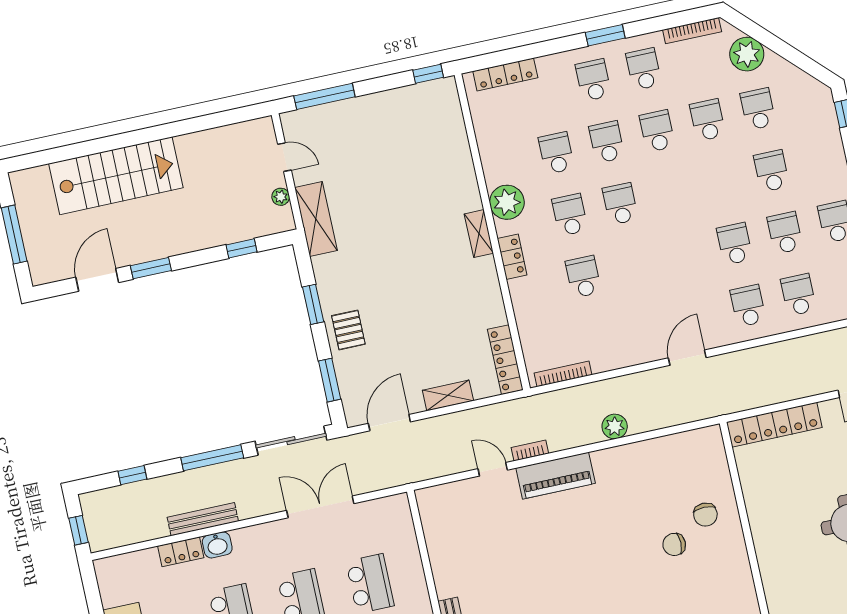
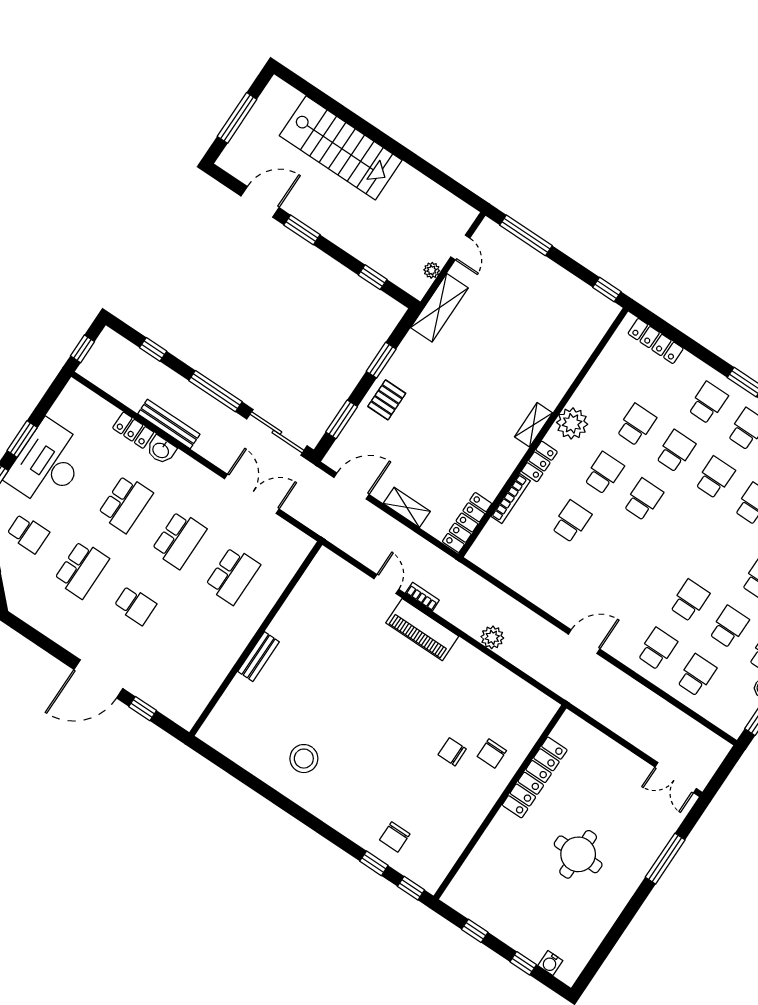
bookcase: (563, 374) -> (511, 499), moved, turned 90
locker: (774, 425) -> (535, 777), moved, turned -90

